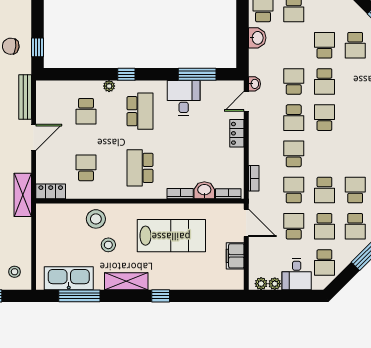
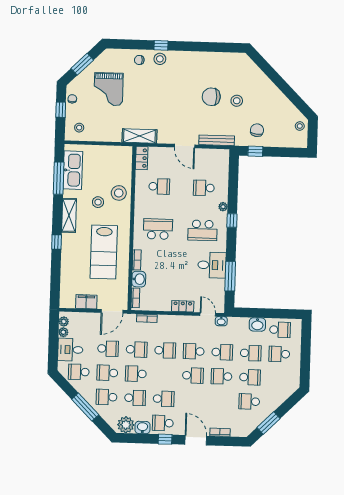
school desk: (294, 45) -> (251, 353), added
school desk: (355, 154) -> (164, 399), added

